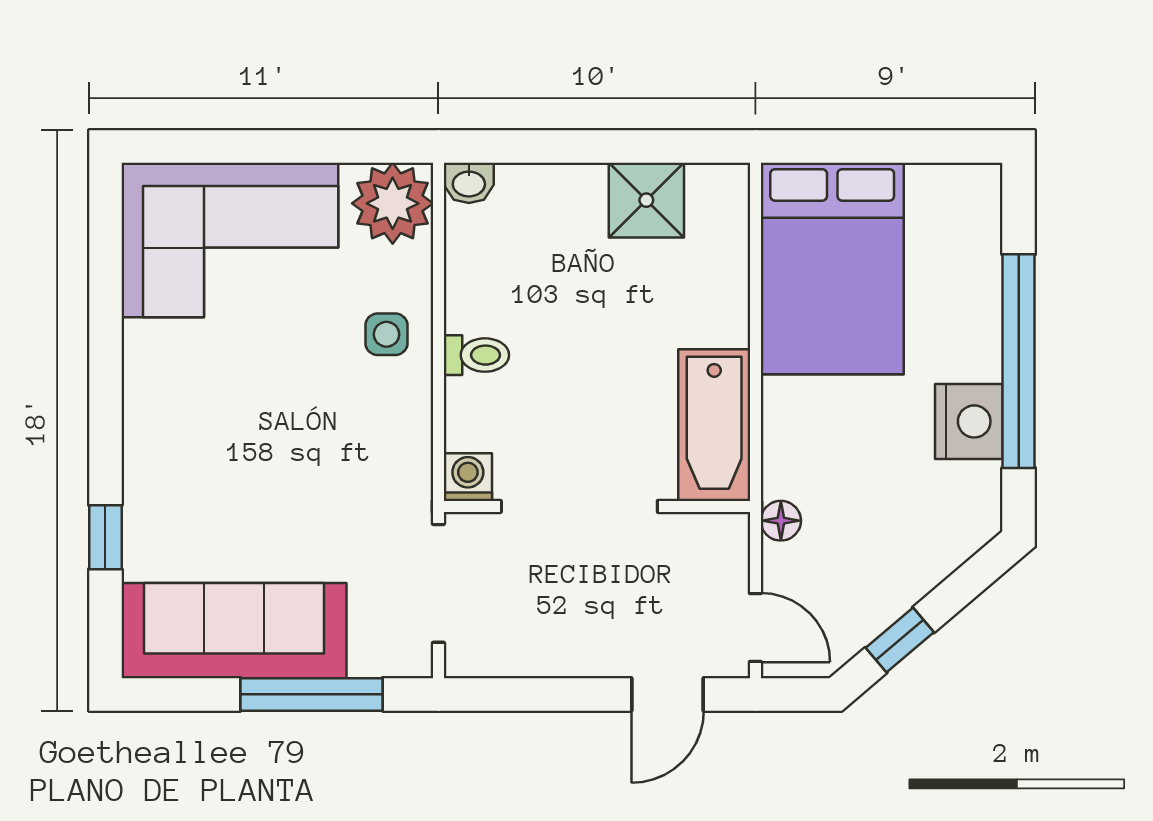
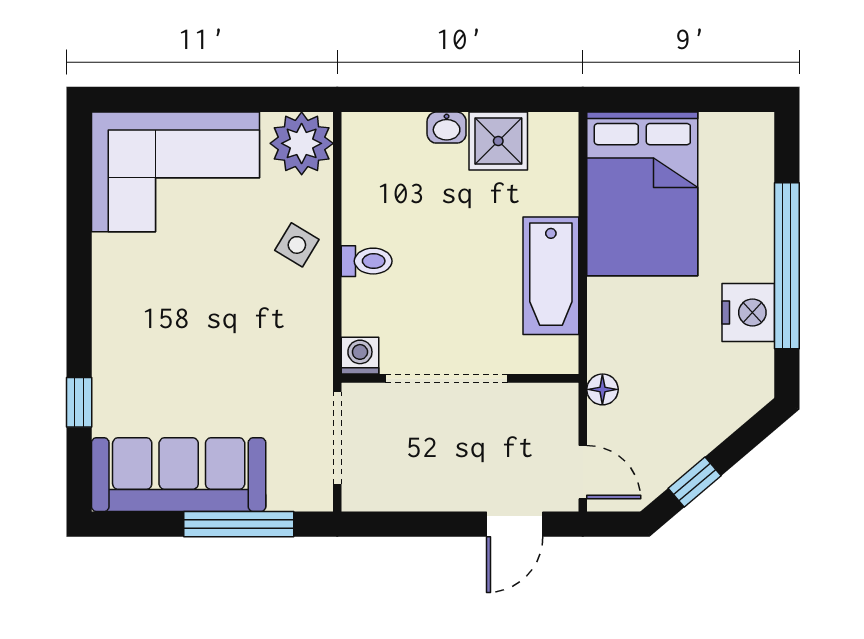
washbasin: (469, 183) -> (447, 128), moved
side table: (386, 334) -> (297, 245), turned 31
bathtub: (714, 425) -> (551, 276), moved

